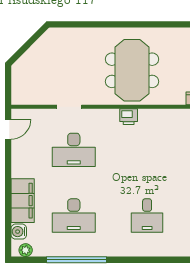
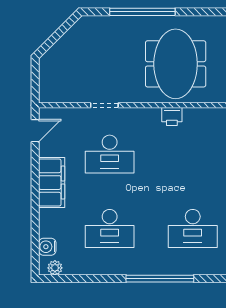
window: (103, 24) -> (142, 12), added
filing cabinet: (23, 201) -> (52, 183), moved
desk: (147, 215) -> (193, 228), width x1.37
window: (77, 260) -> (160, 279), moved

